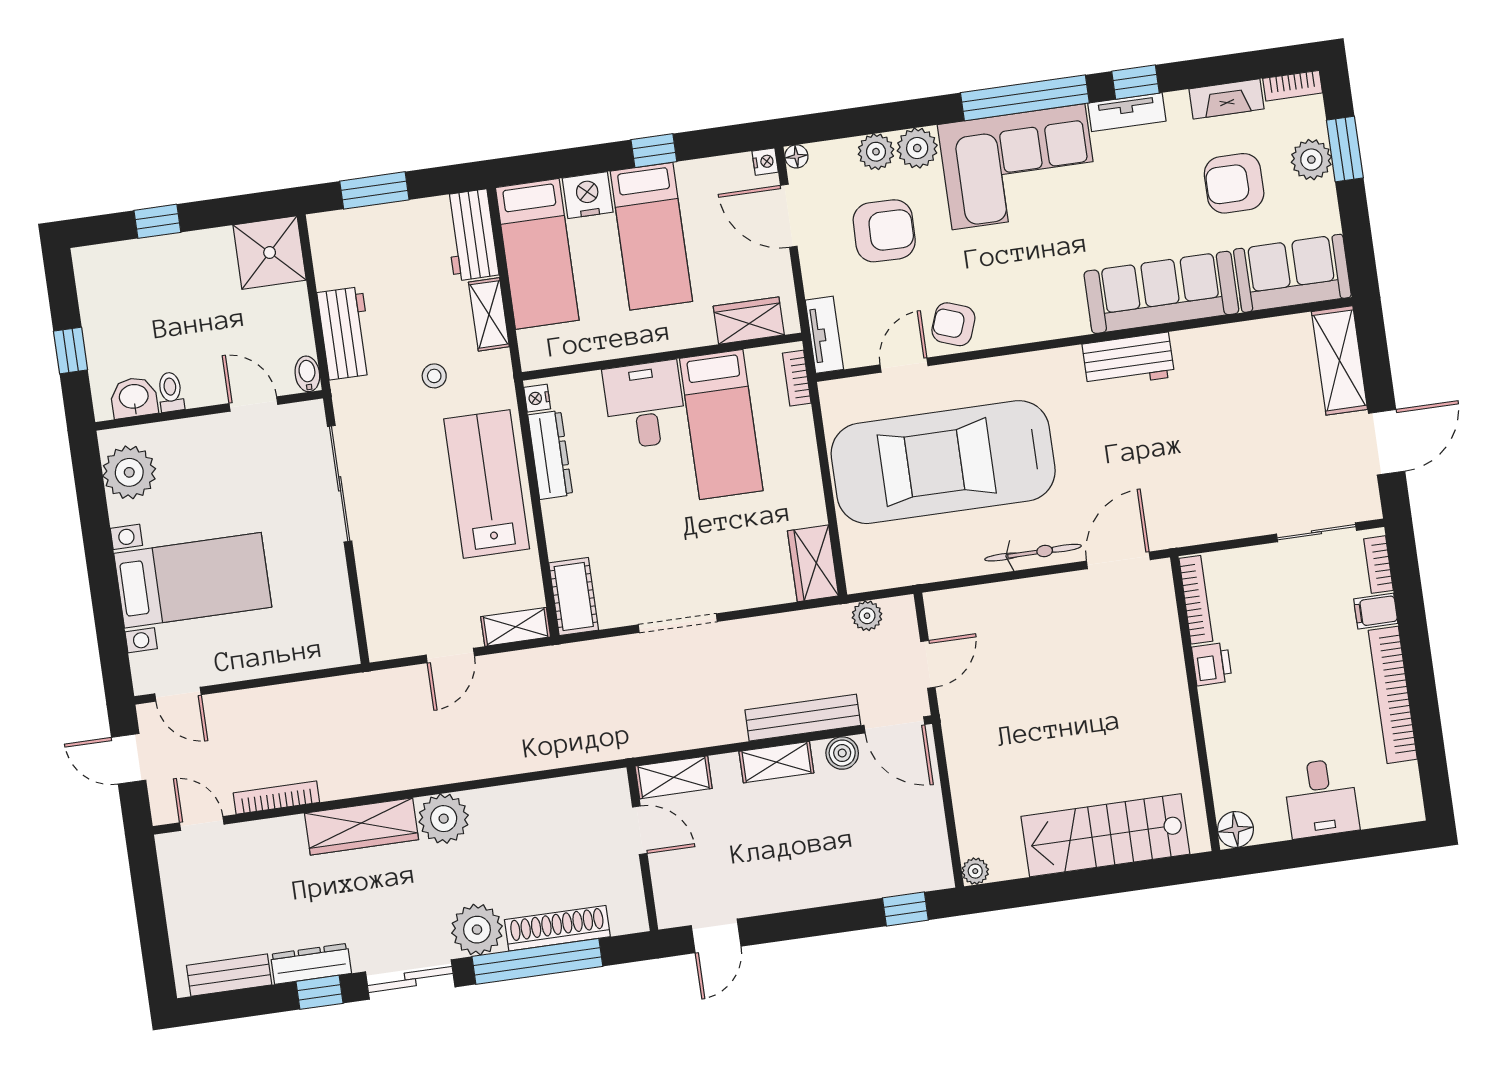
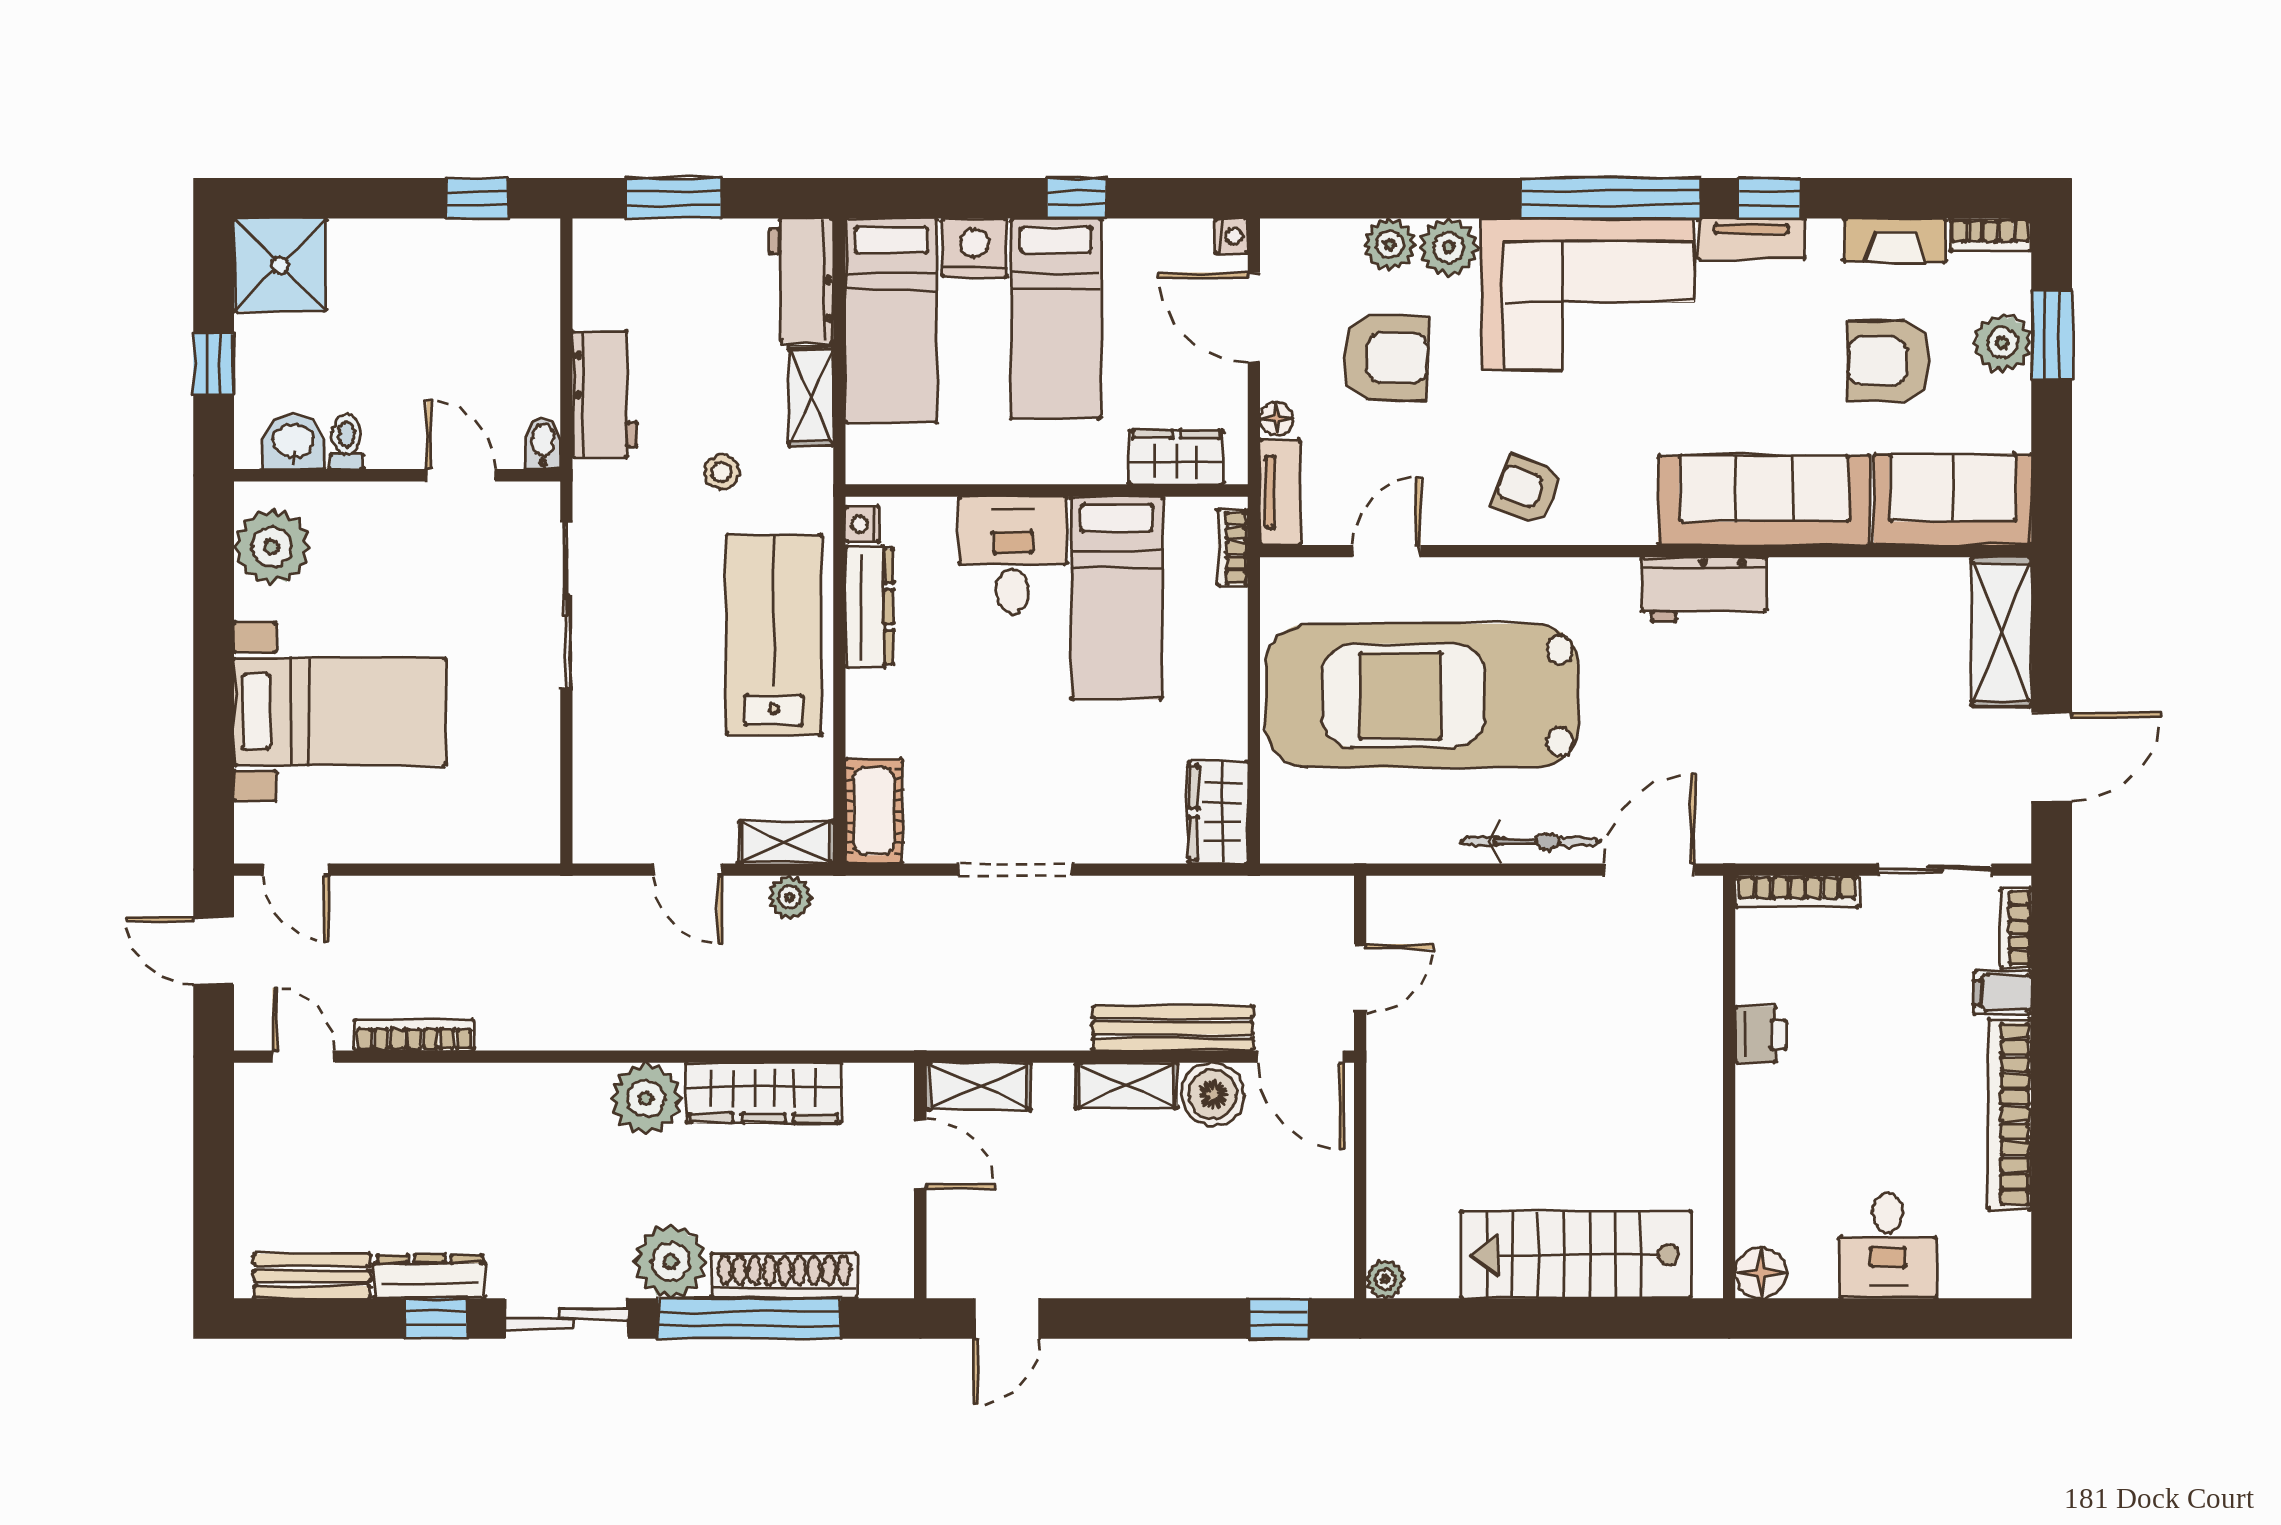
floor lamp: (796, 156) -> (1276, 419), moved
window: (157, 221) -> (478, 198), moved
shower: (270, 253) -> (280, 265), moved
armchair: (953, 324) -> (1527, 489), moved
bookcase: (1196, 600) -> (1797, 891), moved, turned 90
plant: (867, 616) -> (790, 897), moved
door: (450, 656) -> (688, 870), hinge flipped
boiler: (842, 753) -> (1213, 1094), width x1.36, depth x1.36
wardrobe: (361, 826) -> (764, 1093), moved

